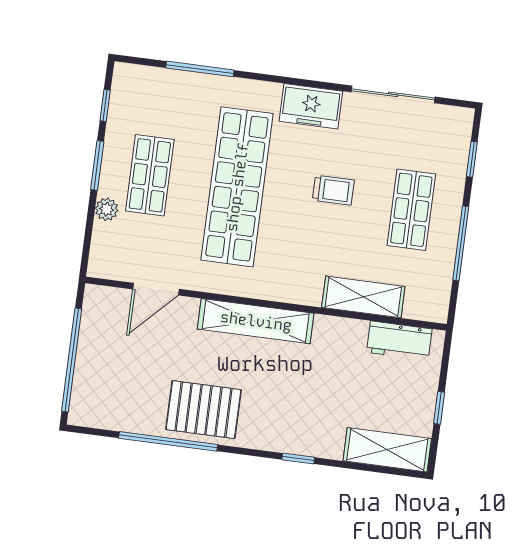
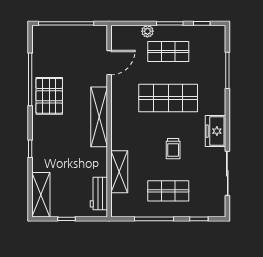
shop shelf: (237, 187) -> (168, 98), width x0.71
door: (156, 289) -> (109, 63), swing flipped

